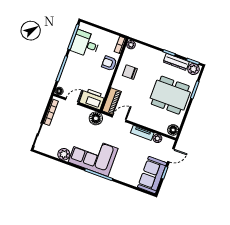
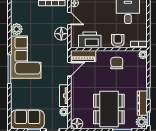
printer: (92, 99) -> (90, 40), moved, turned -90
floor lamp: (96, 118) -> (61, 34), moved
door: (119, 119) -> (69, 69), hinge flipped

